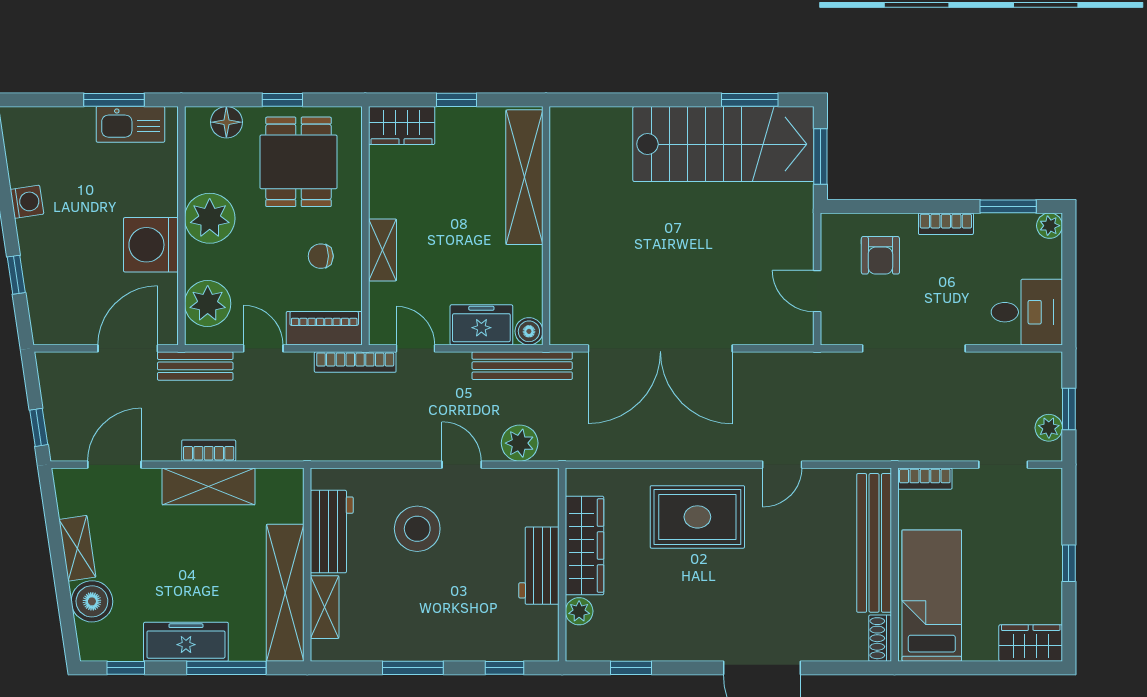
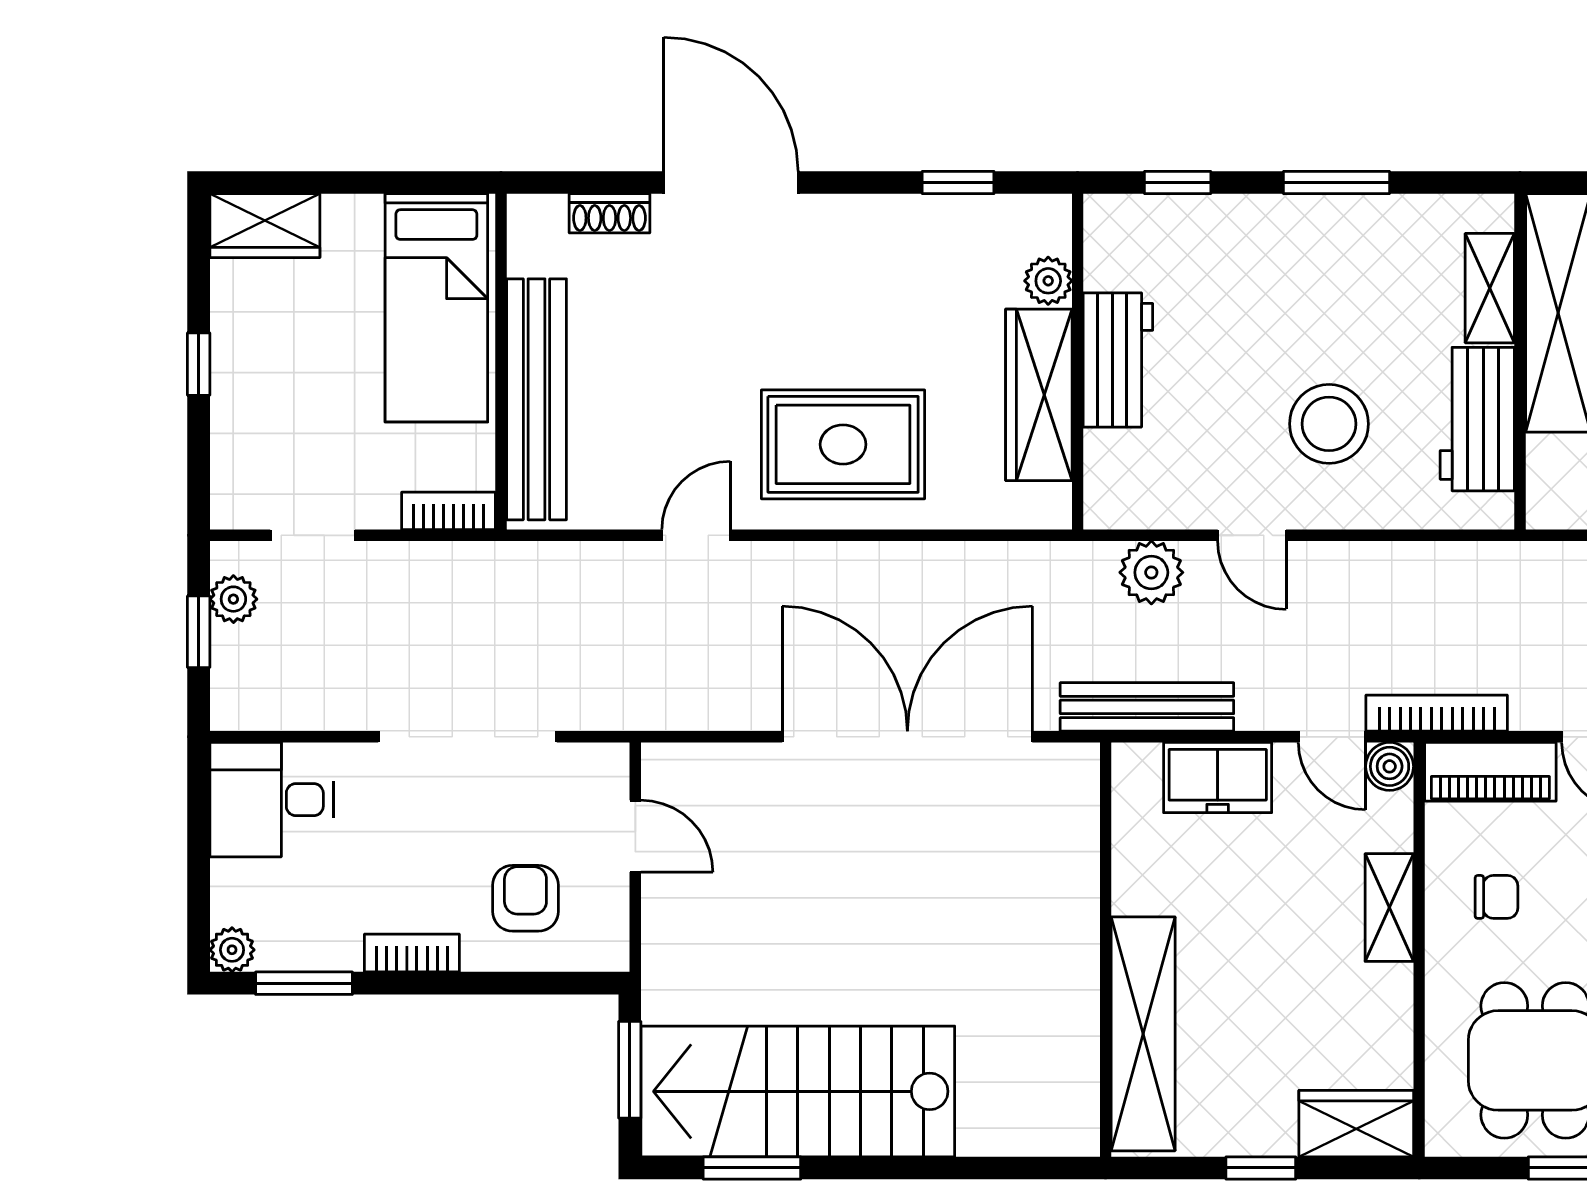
boiler: (529, 331) -> (1390, 766), moved
shoe rack: (880, 638) -> (609, 213), moved, turned 90

